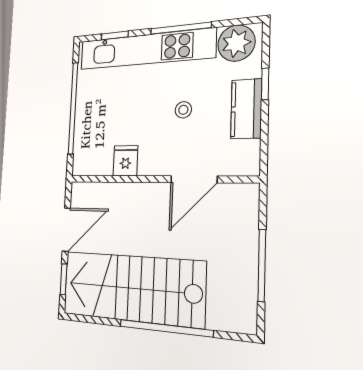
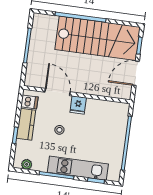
plant: (236, 43) -> (27, 164), width x0.53, depth x0.53
kitchen unit: (146, 49) -> (78, 168), width x0.73
dishwasher: (245, 153) -> (29, 102), added
fridge: (125, 161) -> (78, 105), moved
door: (194, 179) -> (57, 92), hinge flipped

